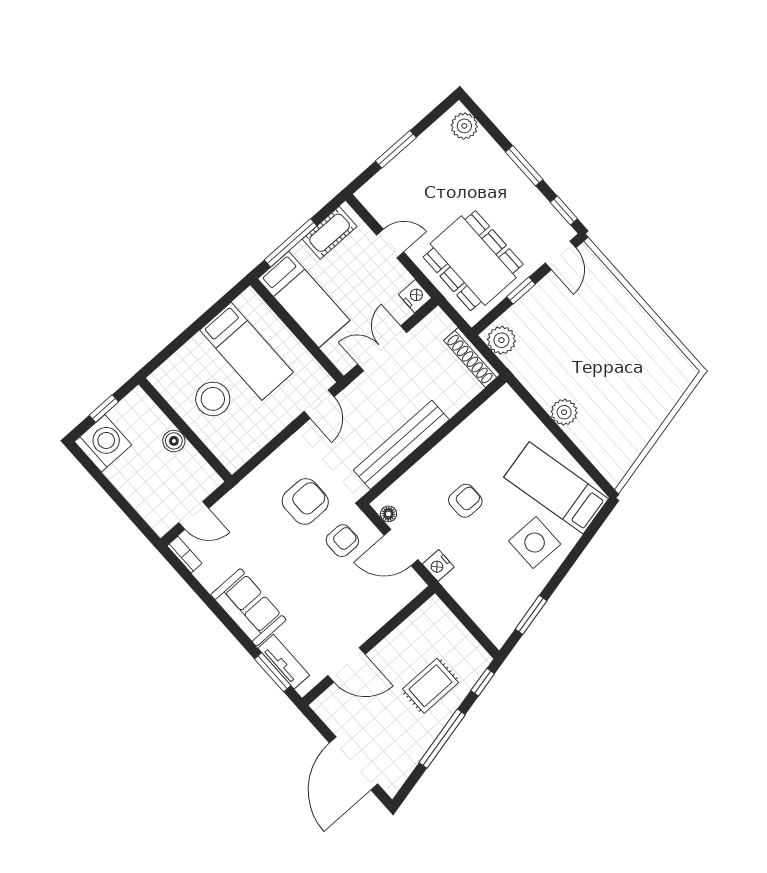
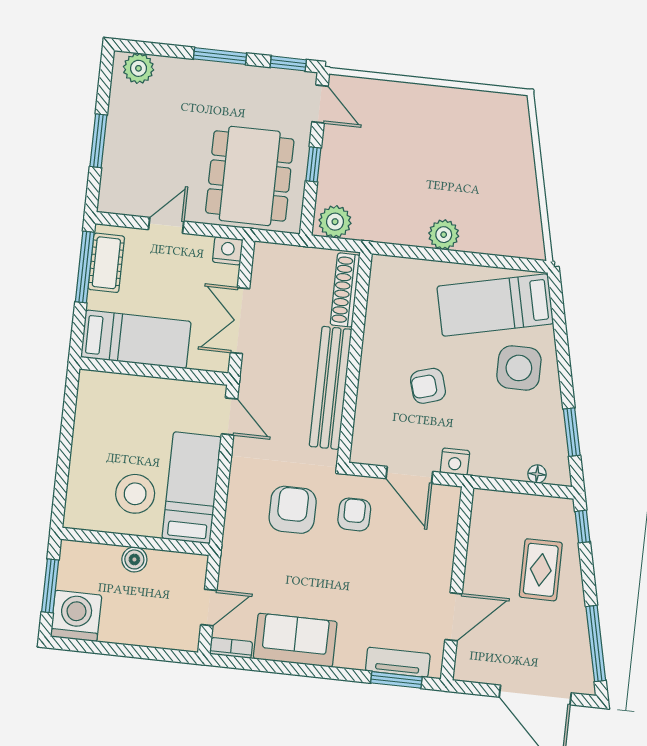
window: (291, 243) -> (85, 267), moved
dining table: (473, 261) -> (250, 176), turned 90
bed: (246, 351) -> (192, 488), moved, turned -90
shoe rack: (472, 358) -> (345, 290), moved, turned 90
window: (104, 409) -> (50, 586), width x1.50
armchair: (465, 501) -> (428, 386), turned -107
floor lamp: (388, 514) -> (537, 474), moved
door: (401, 547) -> (409, 475), hinge flipped
sofa: (248, 607) -> (295, 640), moved
window: (442, 739) -> (596, 643), moved

